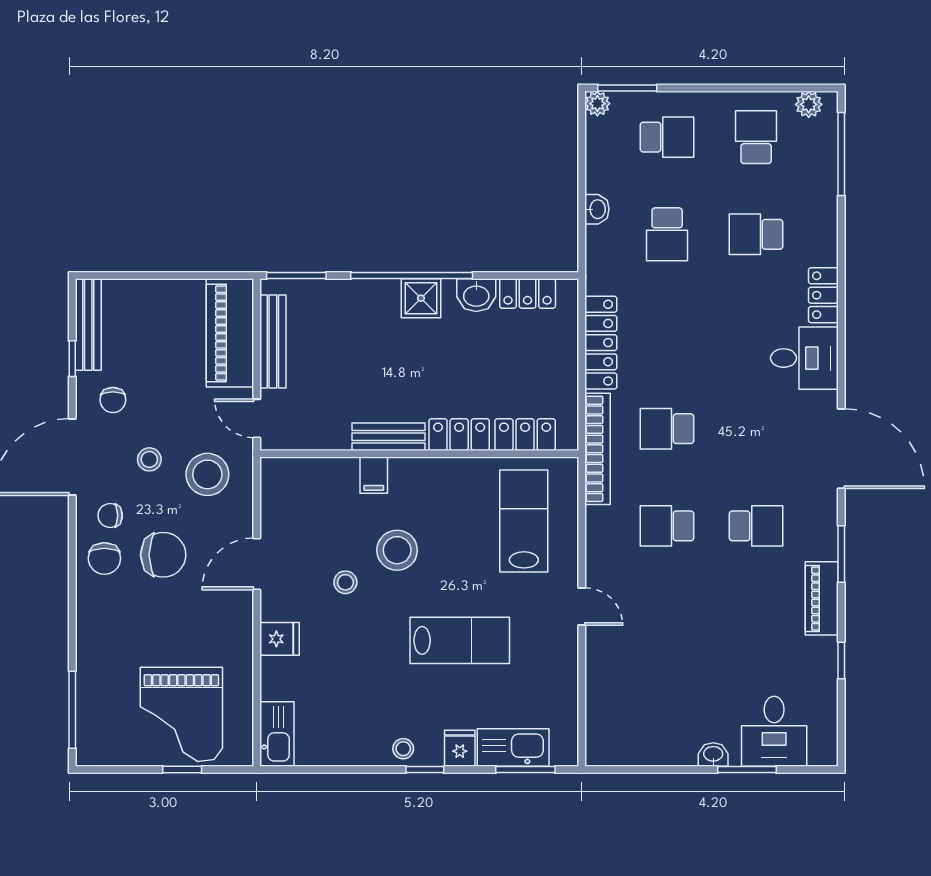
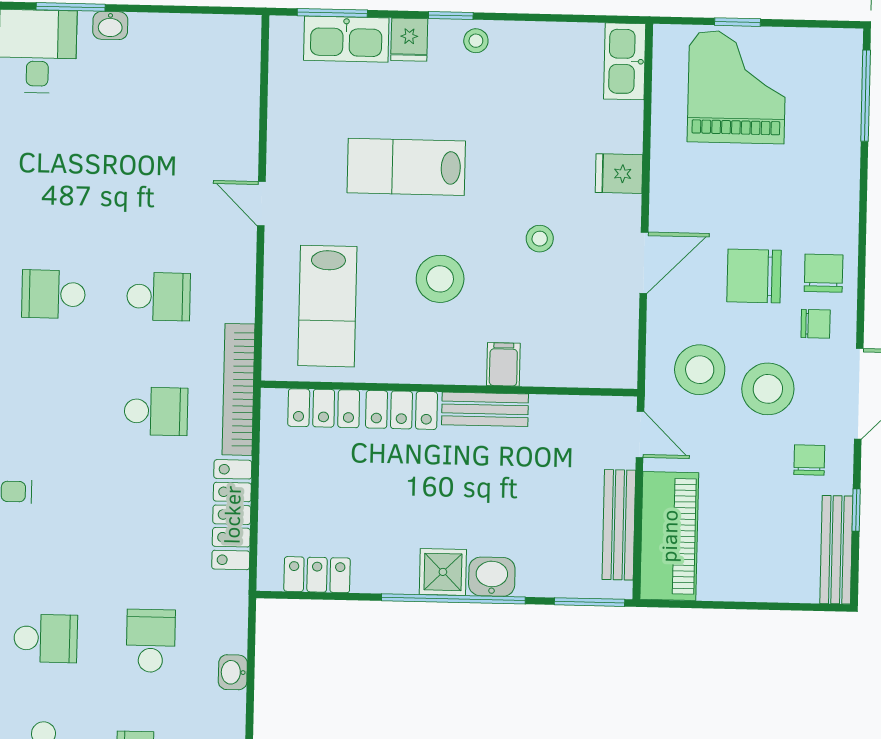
washbasin: (476, 295) -> (492, 577), moved
stool: (149, 459) -> (768, 389), width x1.89, depth x1.89
stool: (397, 550) -> (440, 279), moved

